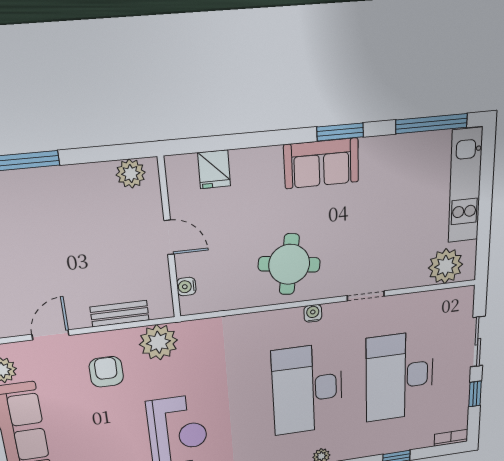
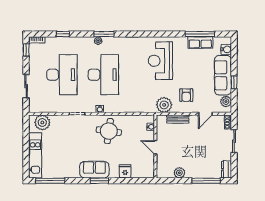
window: (340, 132) -> (99, 181), moved
fridge: (214, 169) -> (125, 171), moved
plant: (131, 174) -> (179, 173), moved
window: (475, 394) -> (26, 50), moved

